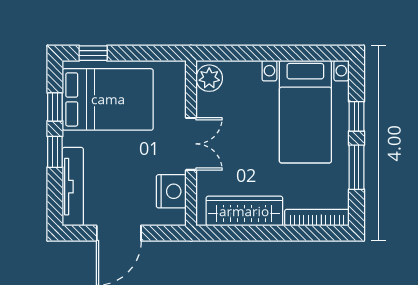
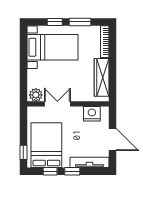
double door: (191, 144) -> (57, 104), moved

